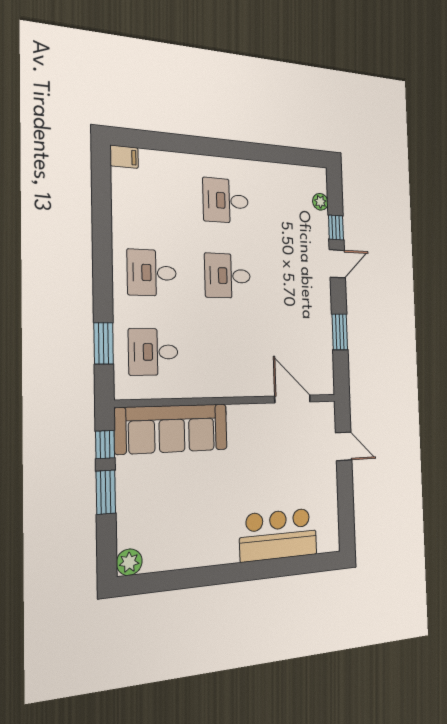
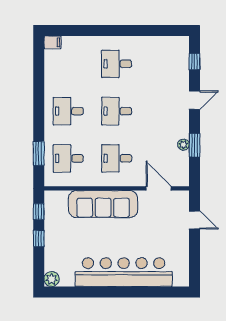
plant: (320, 202) -> (183, 145), moved
window: (336, 228) -> (195, 62), moved
desk: (230, 352) -> (117, 158), added
sofa: (172, 429) -> (103, 204), moved
window: (106, 492) -> (39, 238), width x0.67
bar counter: (278, 535) -> (124, 272), width x1.86

